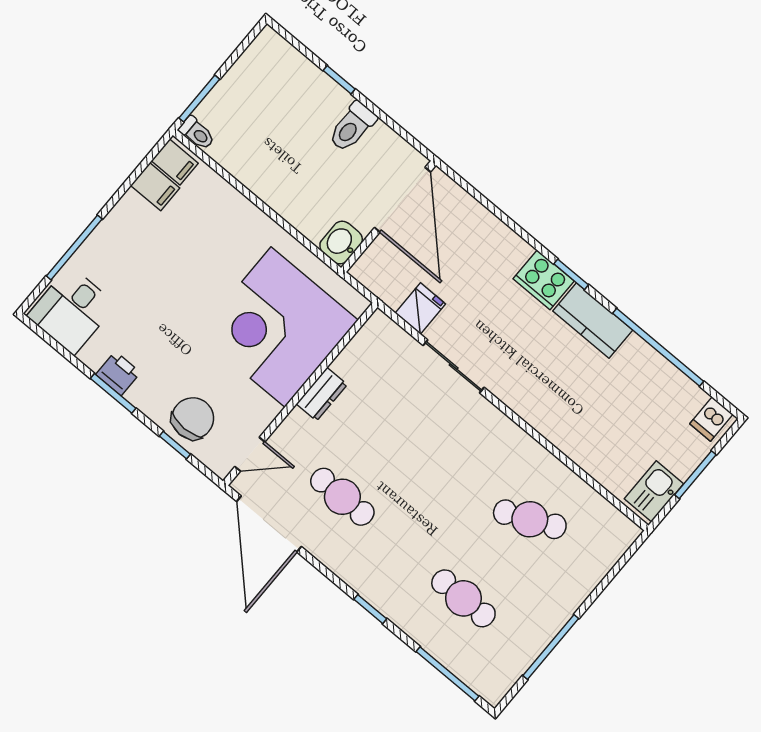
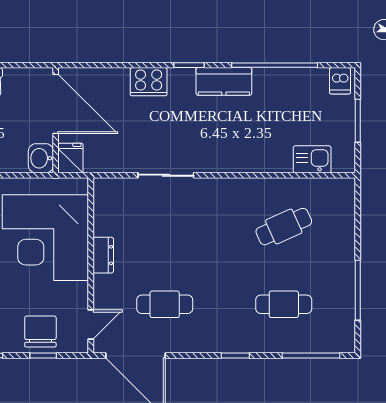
cooker: (544, 280) -> (149, 82), moved
fridge: (420, 309) -> (70, 158), moved
kitchen sink: (654, 491) -> (312, 159), moved, turned 90

